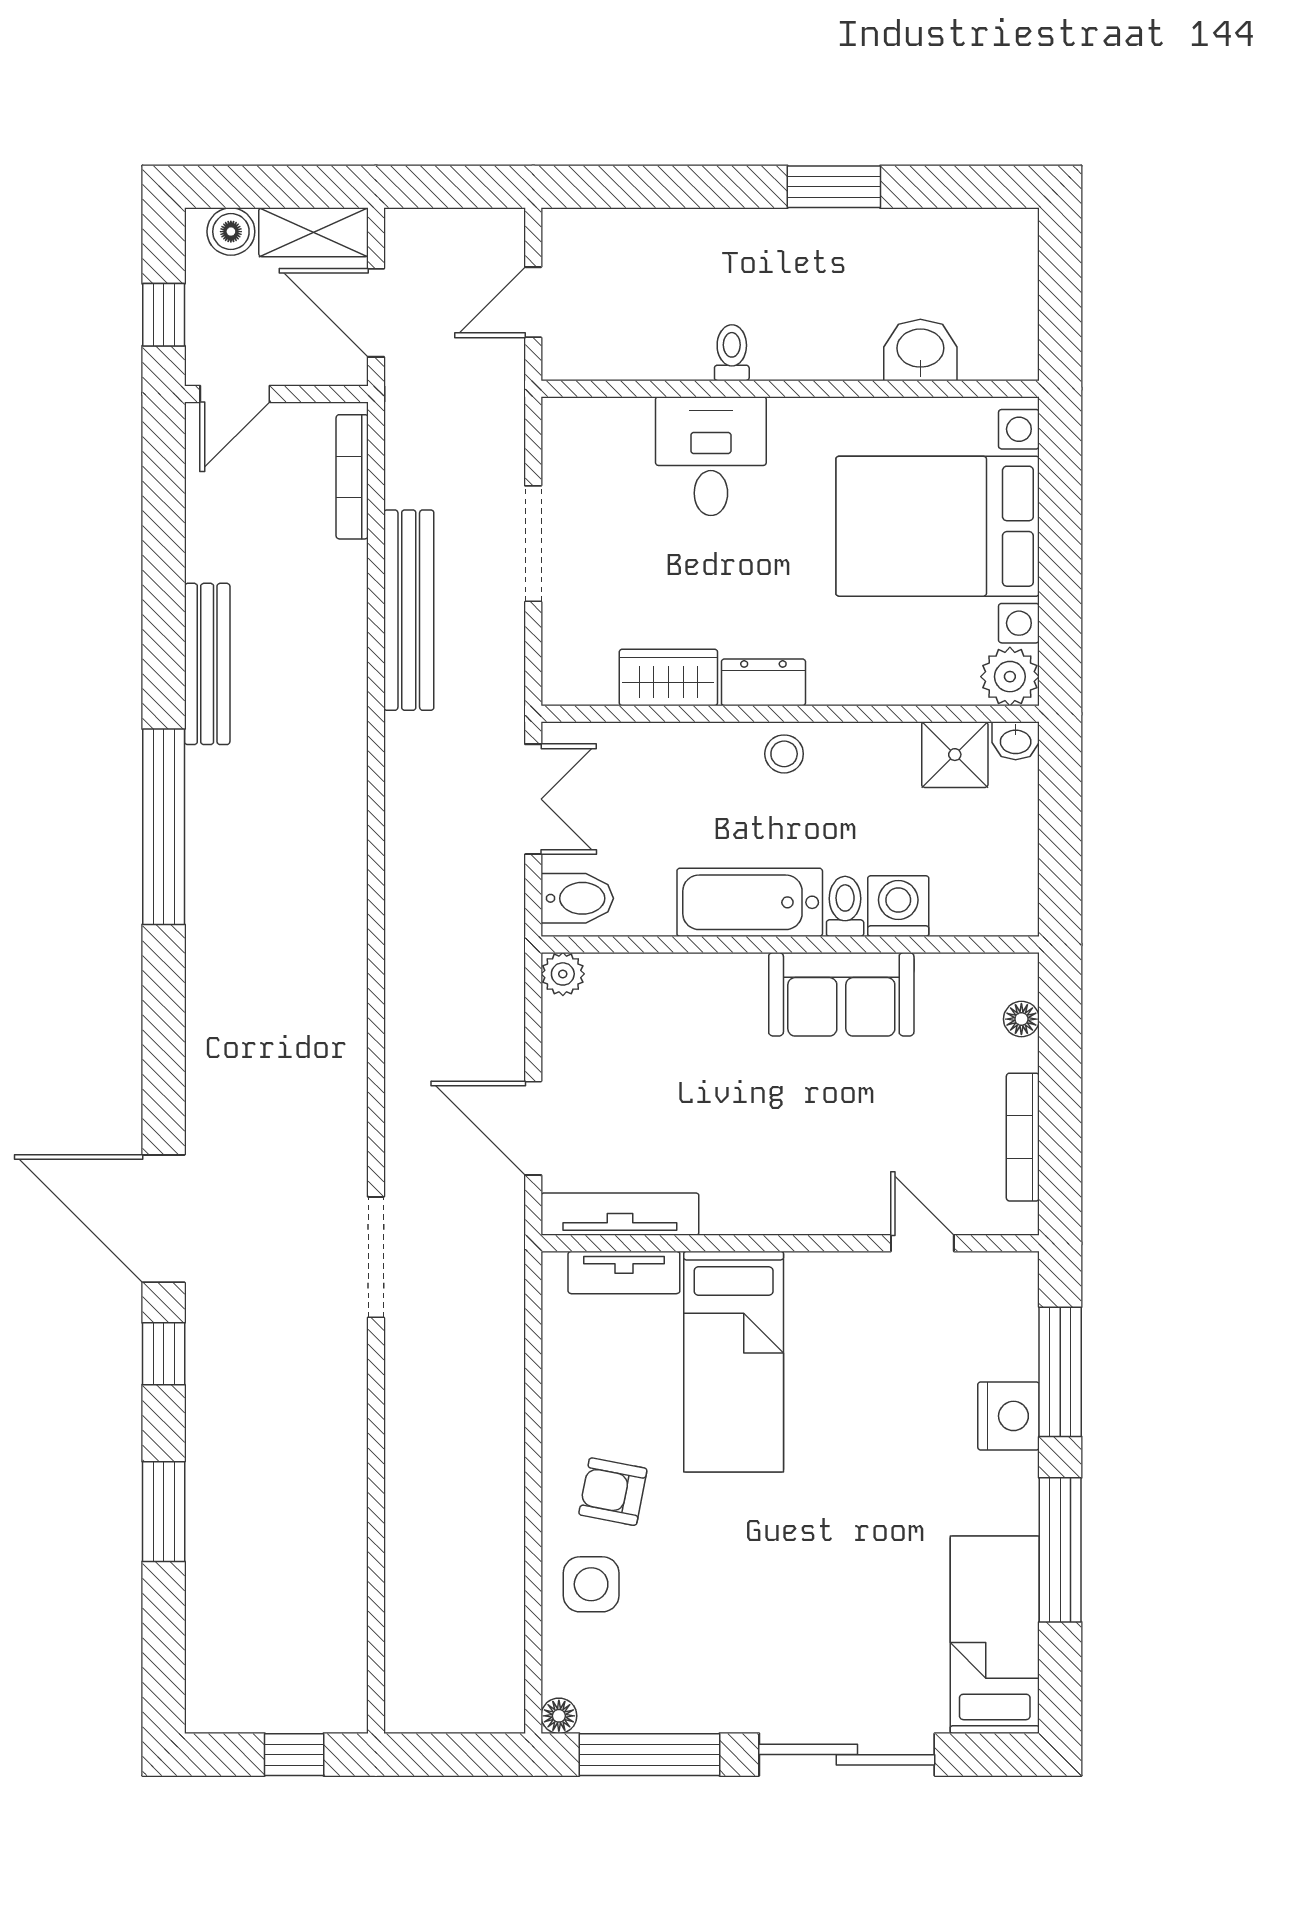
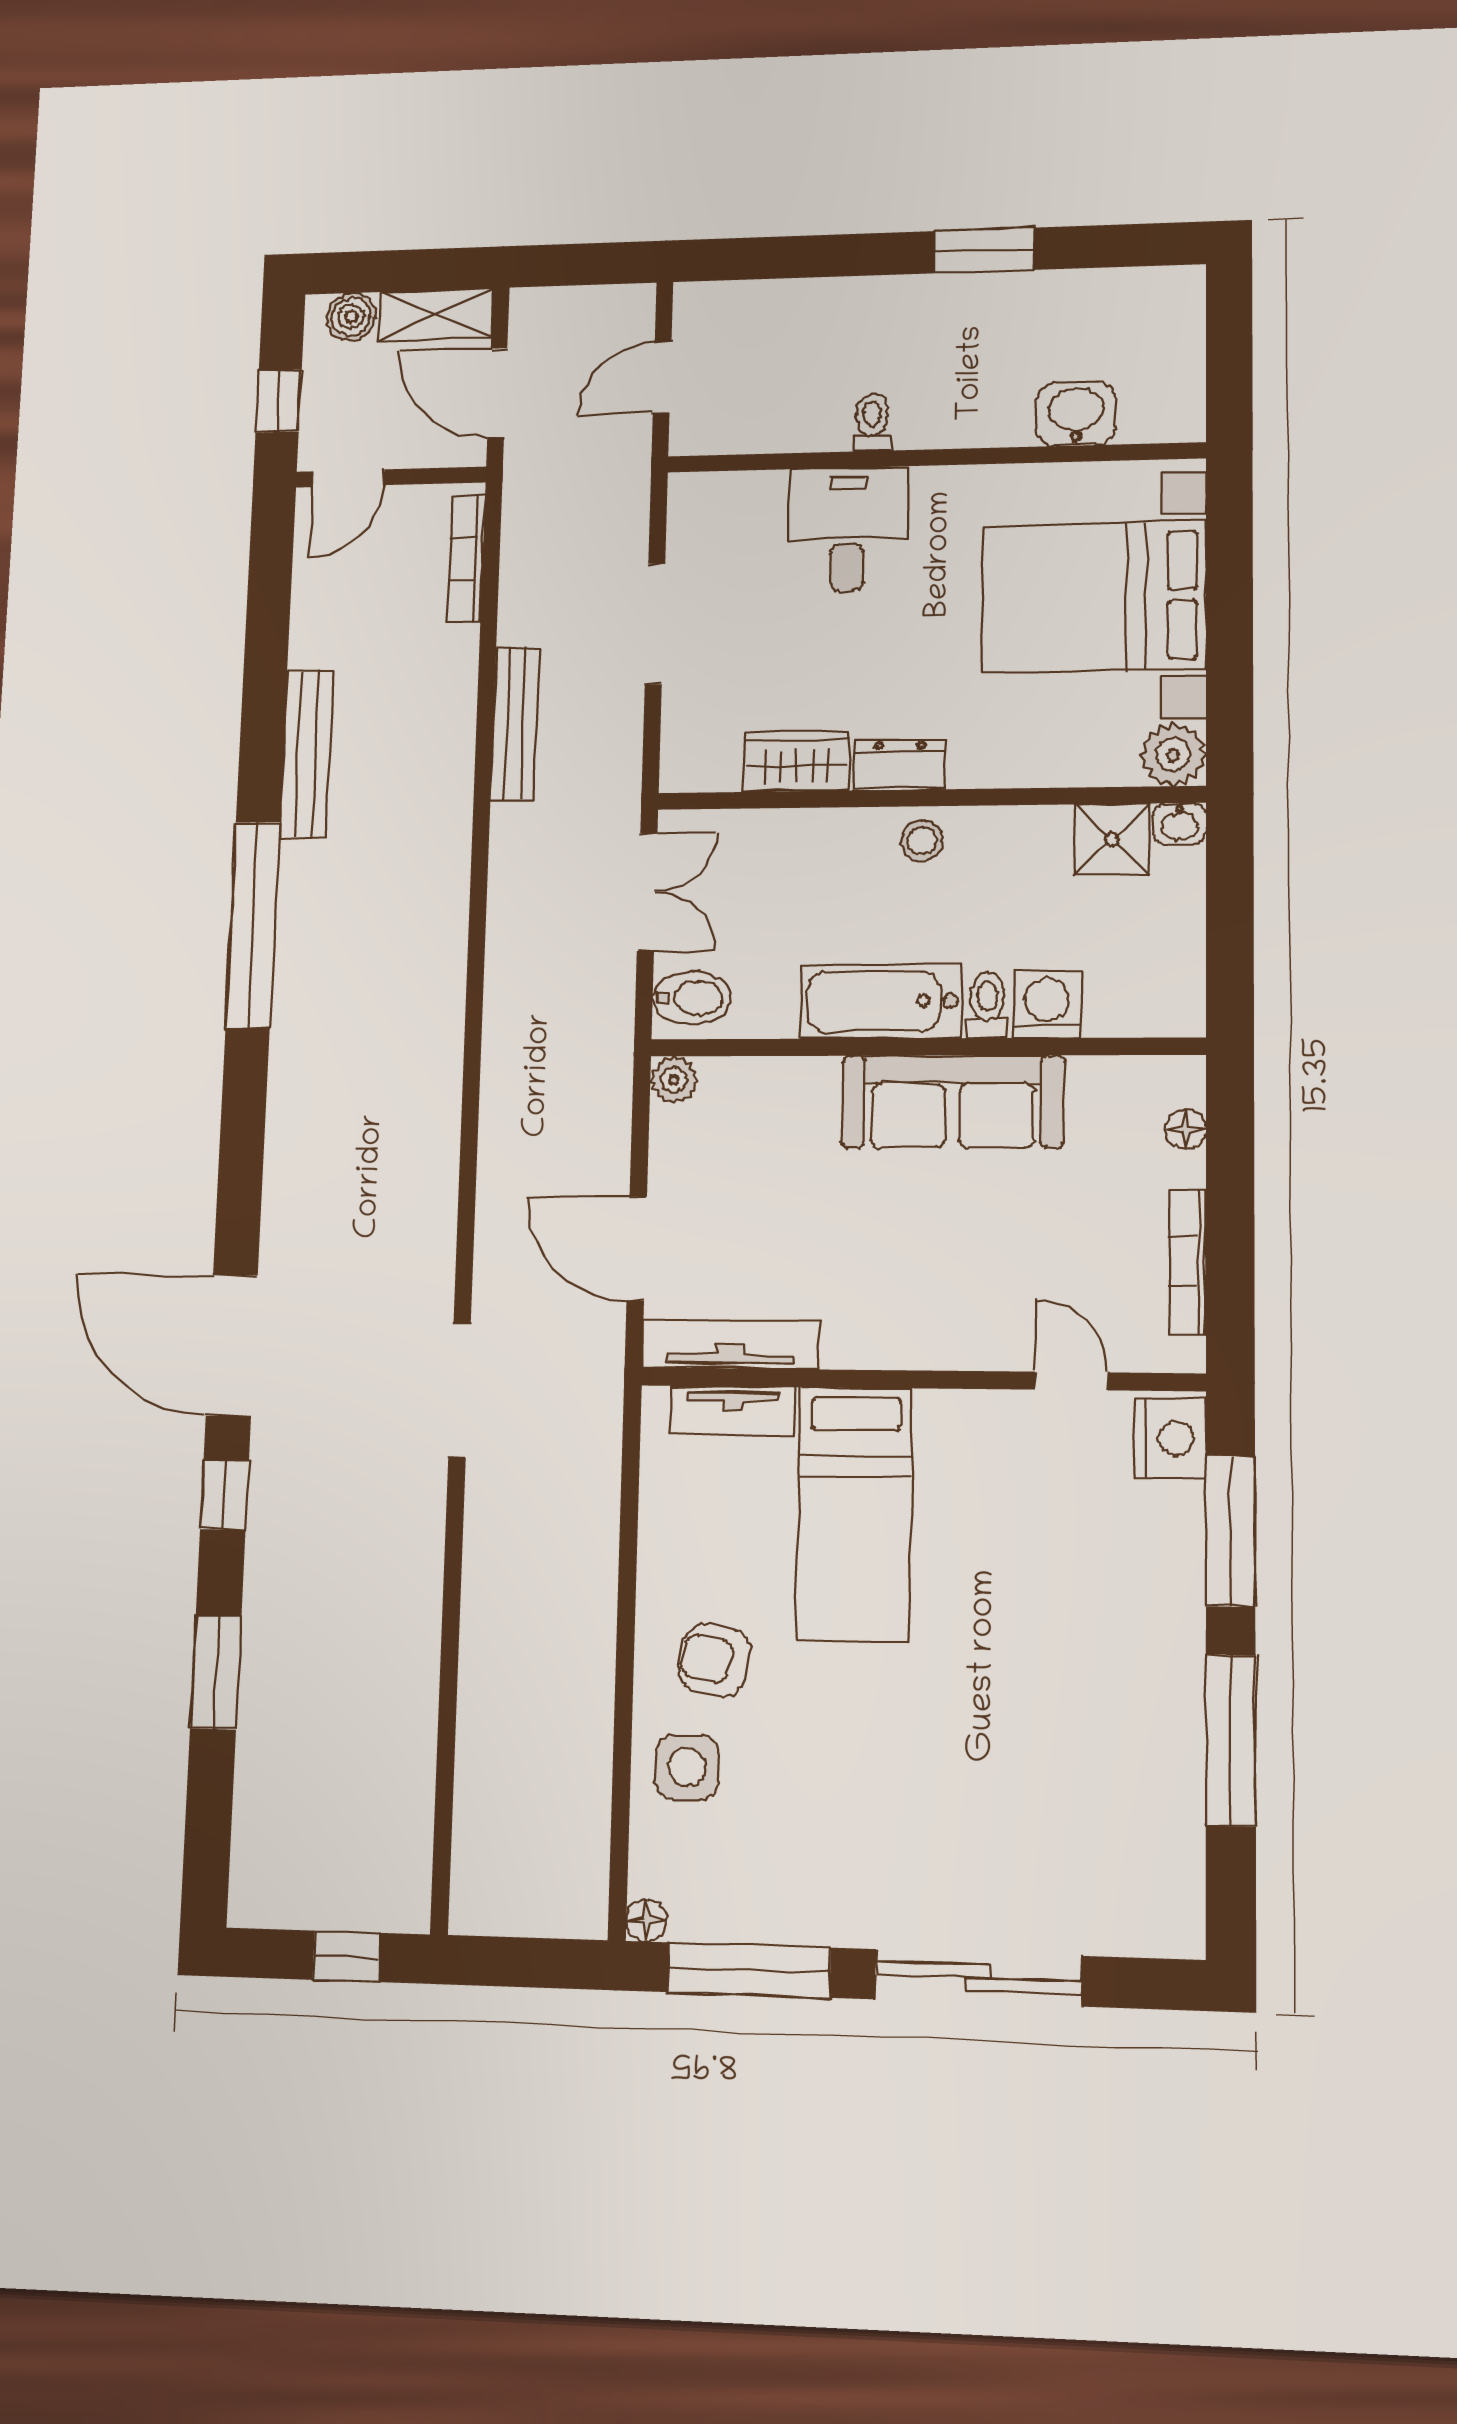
bench: (409, 610) -> (515, 723), width x0.73, depth x0.82
sofa: (841, 994) -> (953, 1102), width x1.36
nightstand: (1009, 1416) -> (1170, 1438), moved
bed: (995, 1635) -> (1153, 1839), removed

